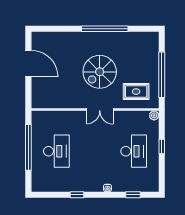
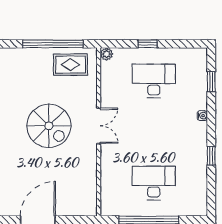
rug: (136, 92) -> (70, 65), moved, turned 90

